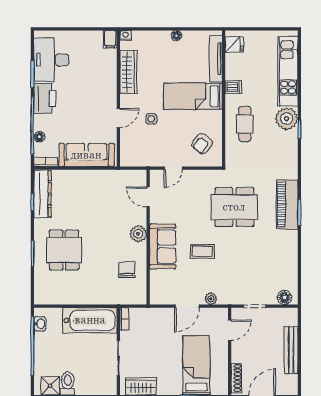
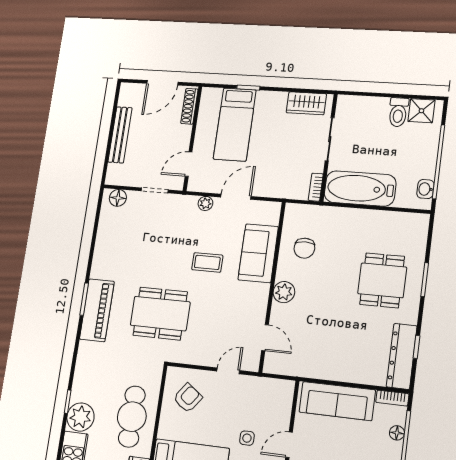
cafe table: (245, 124) -> (132, 417), width x1.37, depth x1.35
sofa: (163, 247) -> (258, 253), moved

